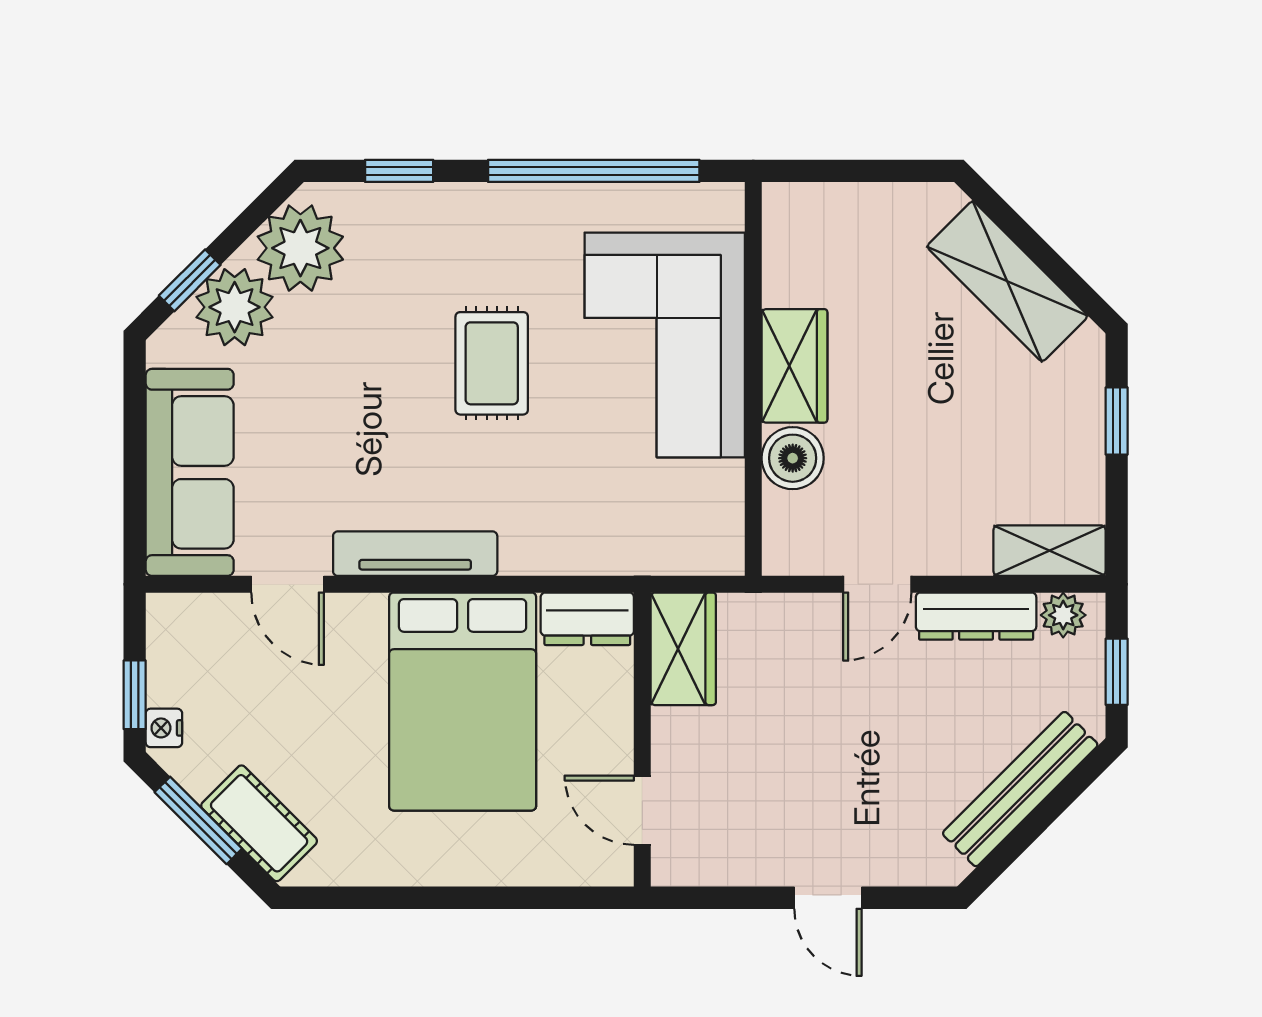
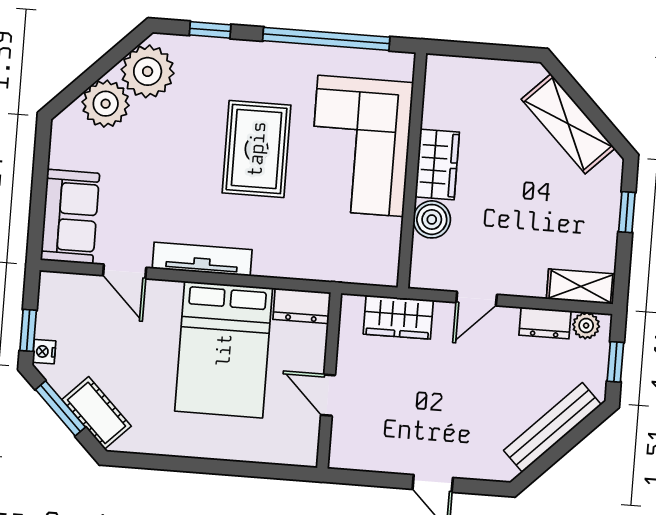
window: (190, 280) -> (80, 86), removed
rug: (492, 363) -> (257, 149), width x1.36, depth x1.43
sofa: (190, 472) -> (70, 217), width x0.73
dresser: (976, 616) -> (545, 323), width x0.70
wardrobe: (683, 649) -> (398, 317), moved, turned 90
door: (642, 810) -> (328, 395), moved

